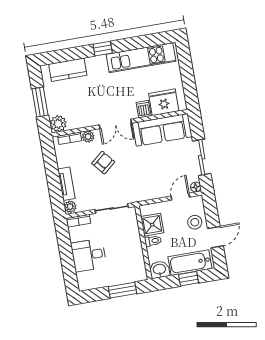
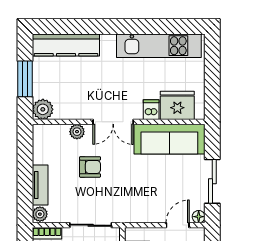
window: (103, 49) -> (114, 26), removed
kitchen counter: (68, 70) -> (66, 45), width x1.50
bookcase: (70, 138) -> (54, 130), removed
armchair: (103, 163) -> (90, 167), turned 40

